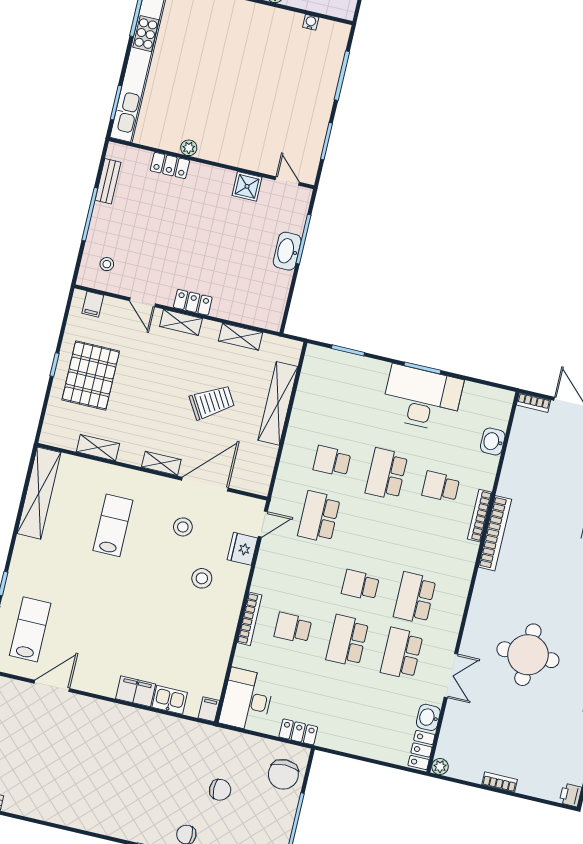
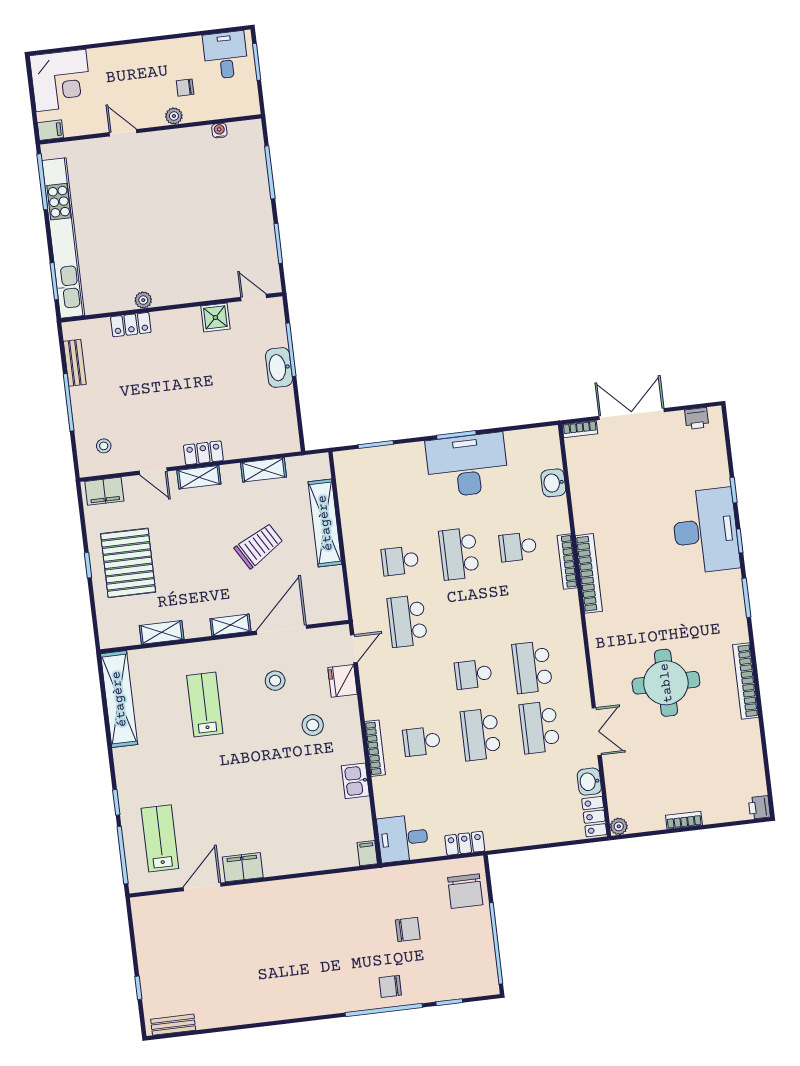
filing cabinet: (93, 304) -> (104, 491), width x2.00
filing cabinet: (136, 691) -> (243, 867), moved
kitchen sink: (170, 700) -> (355, 781), moved, turned -90
desk: (247, 700) -> (403, 838), width x0.73

